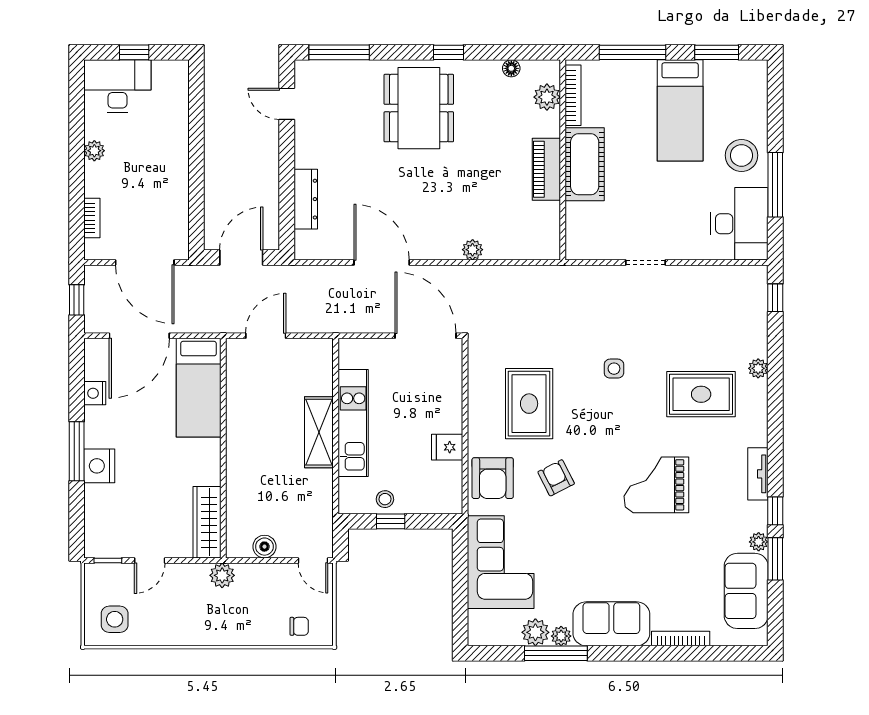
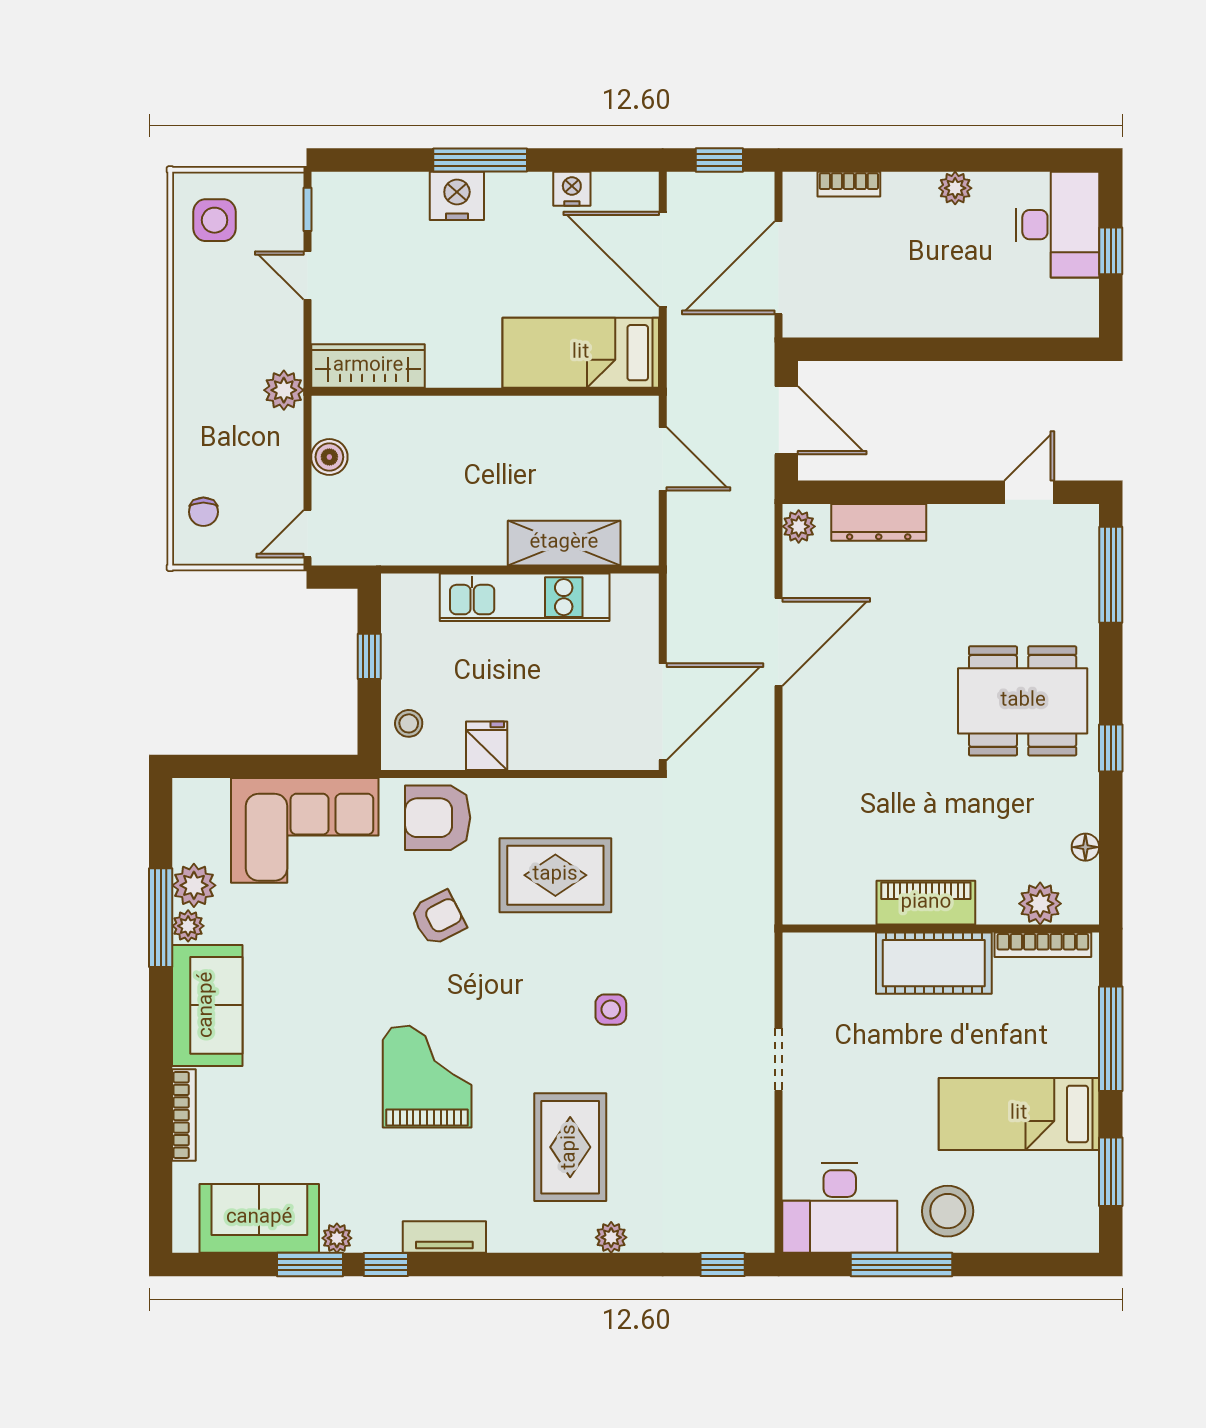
plant: (473, 250) -> (799, 526), moved
shelving: (319, 432) -> (564, 543), moved
stool: (385, 499) -> (409, 723), moved

